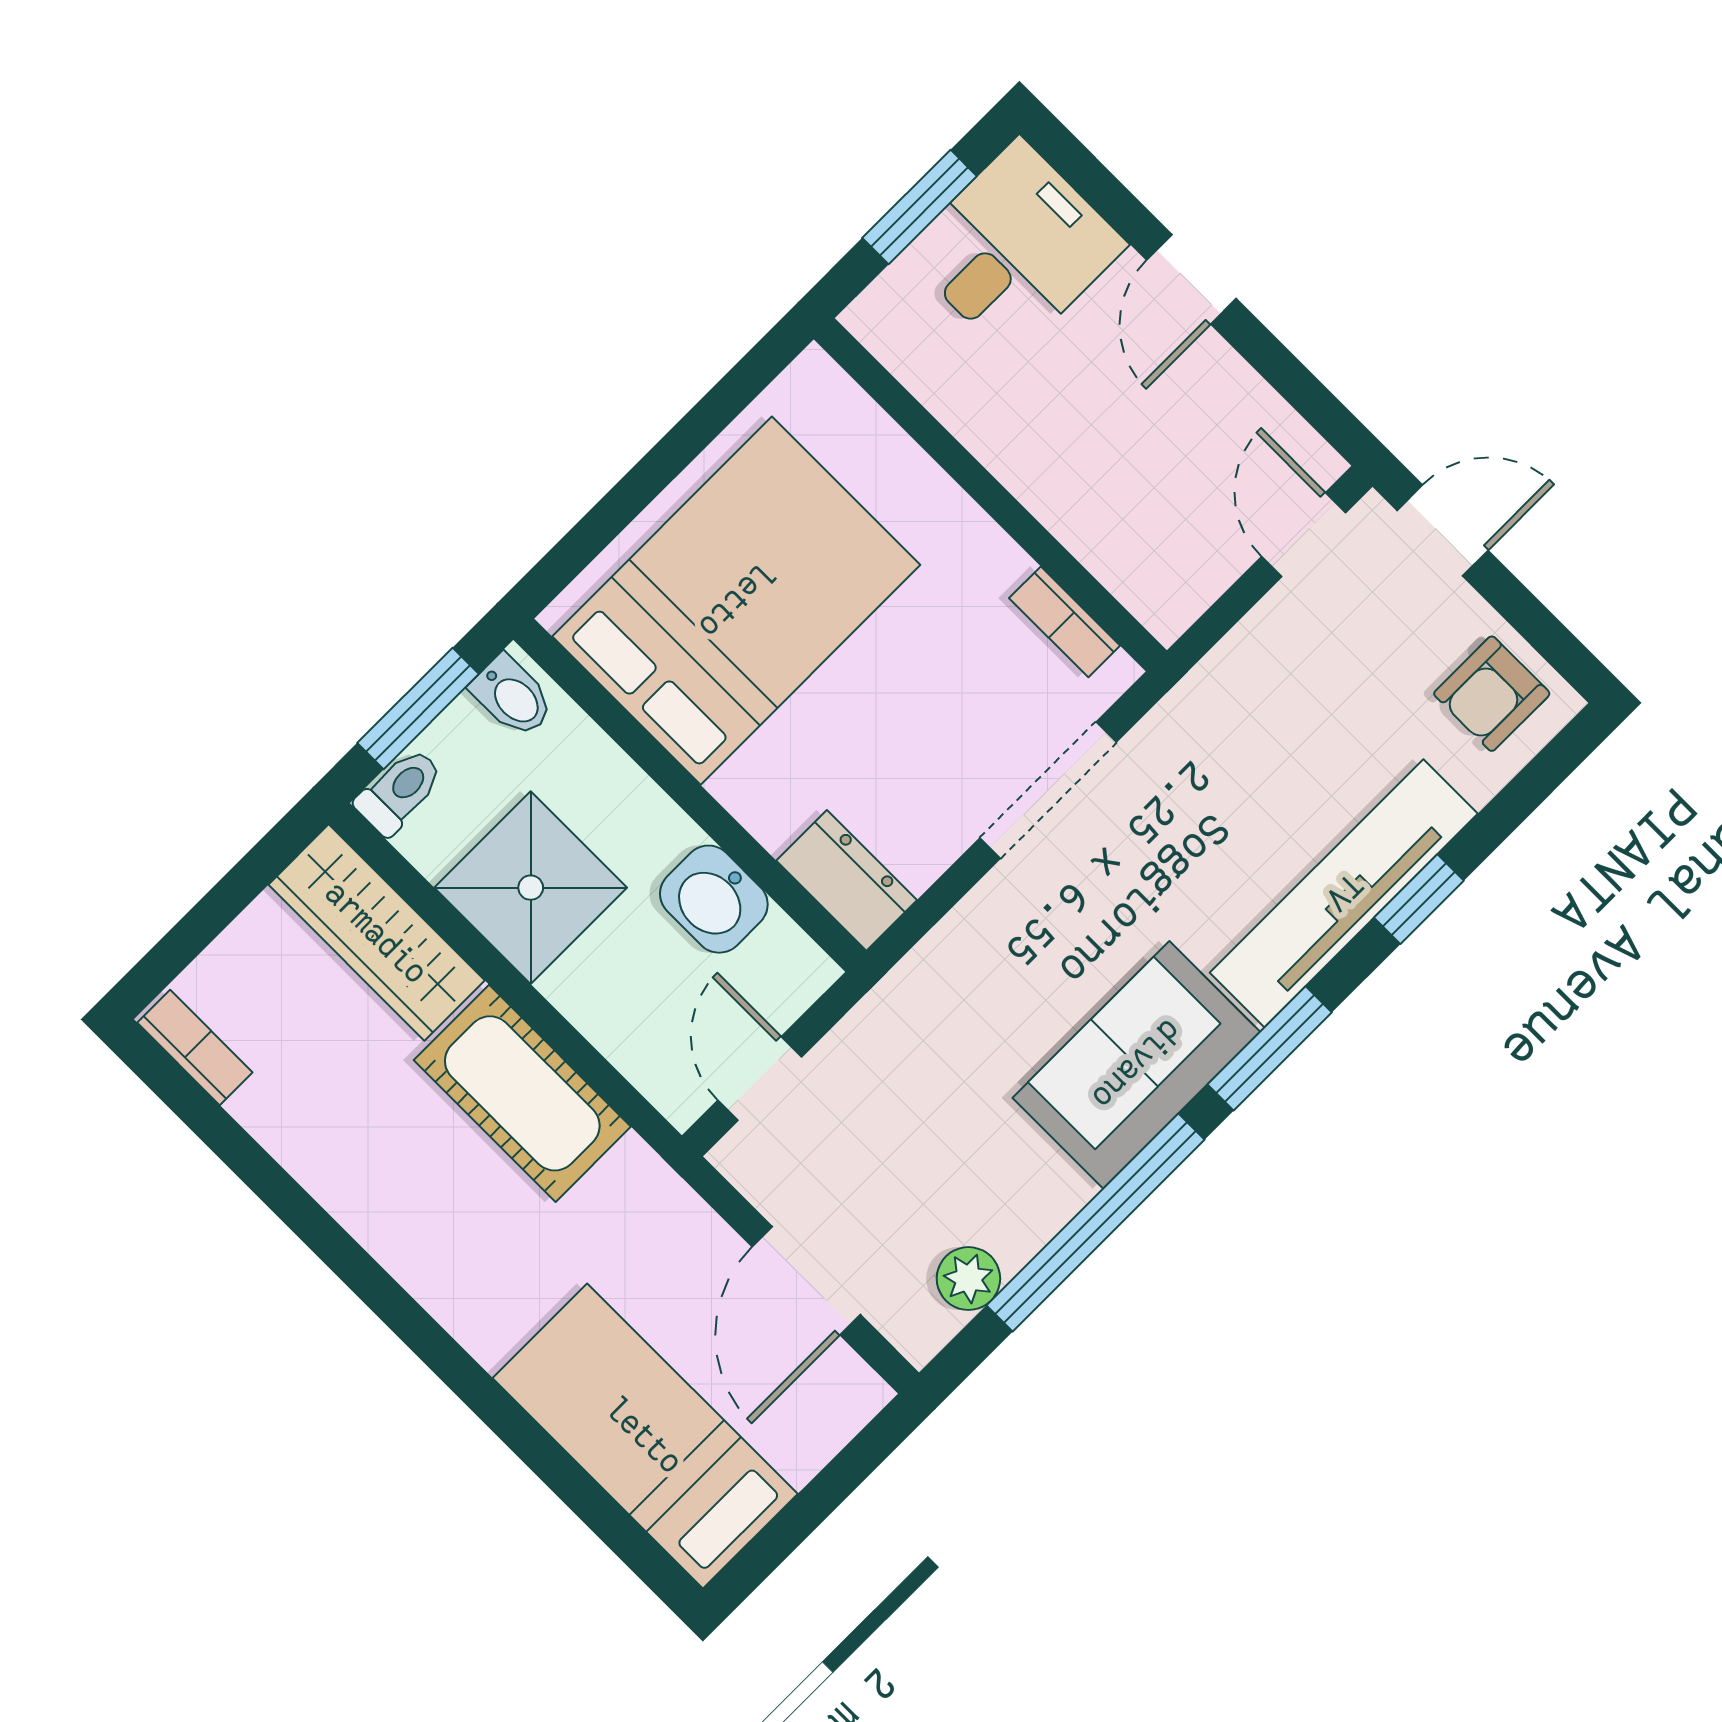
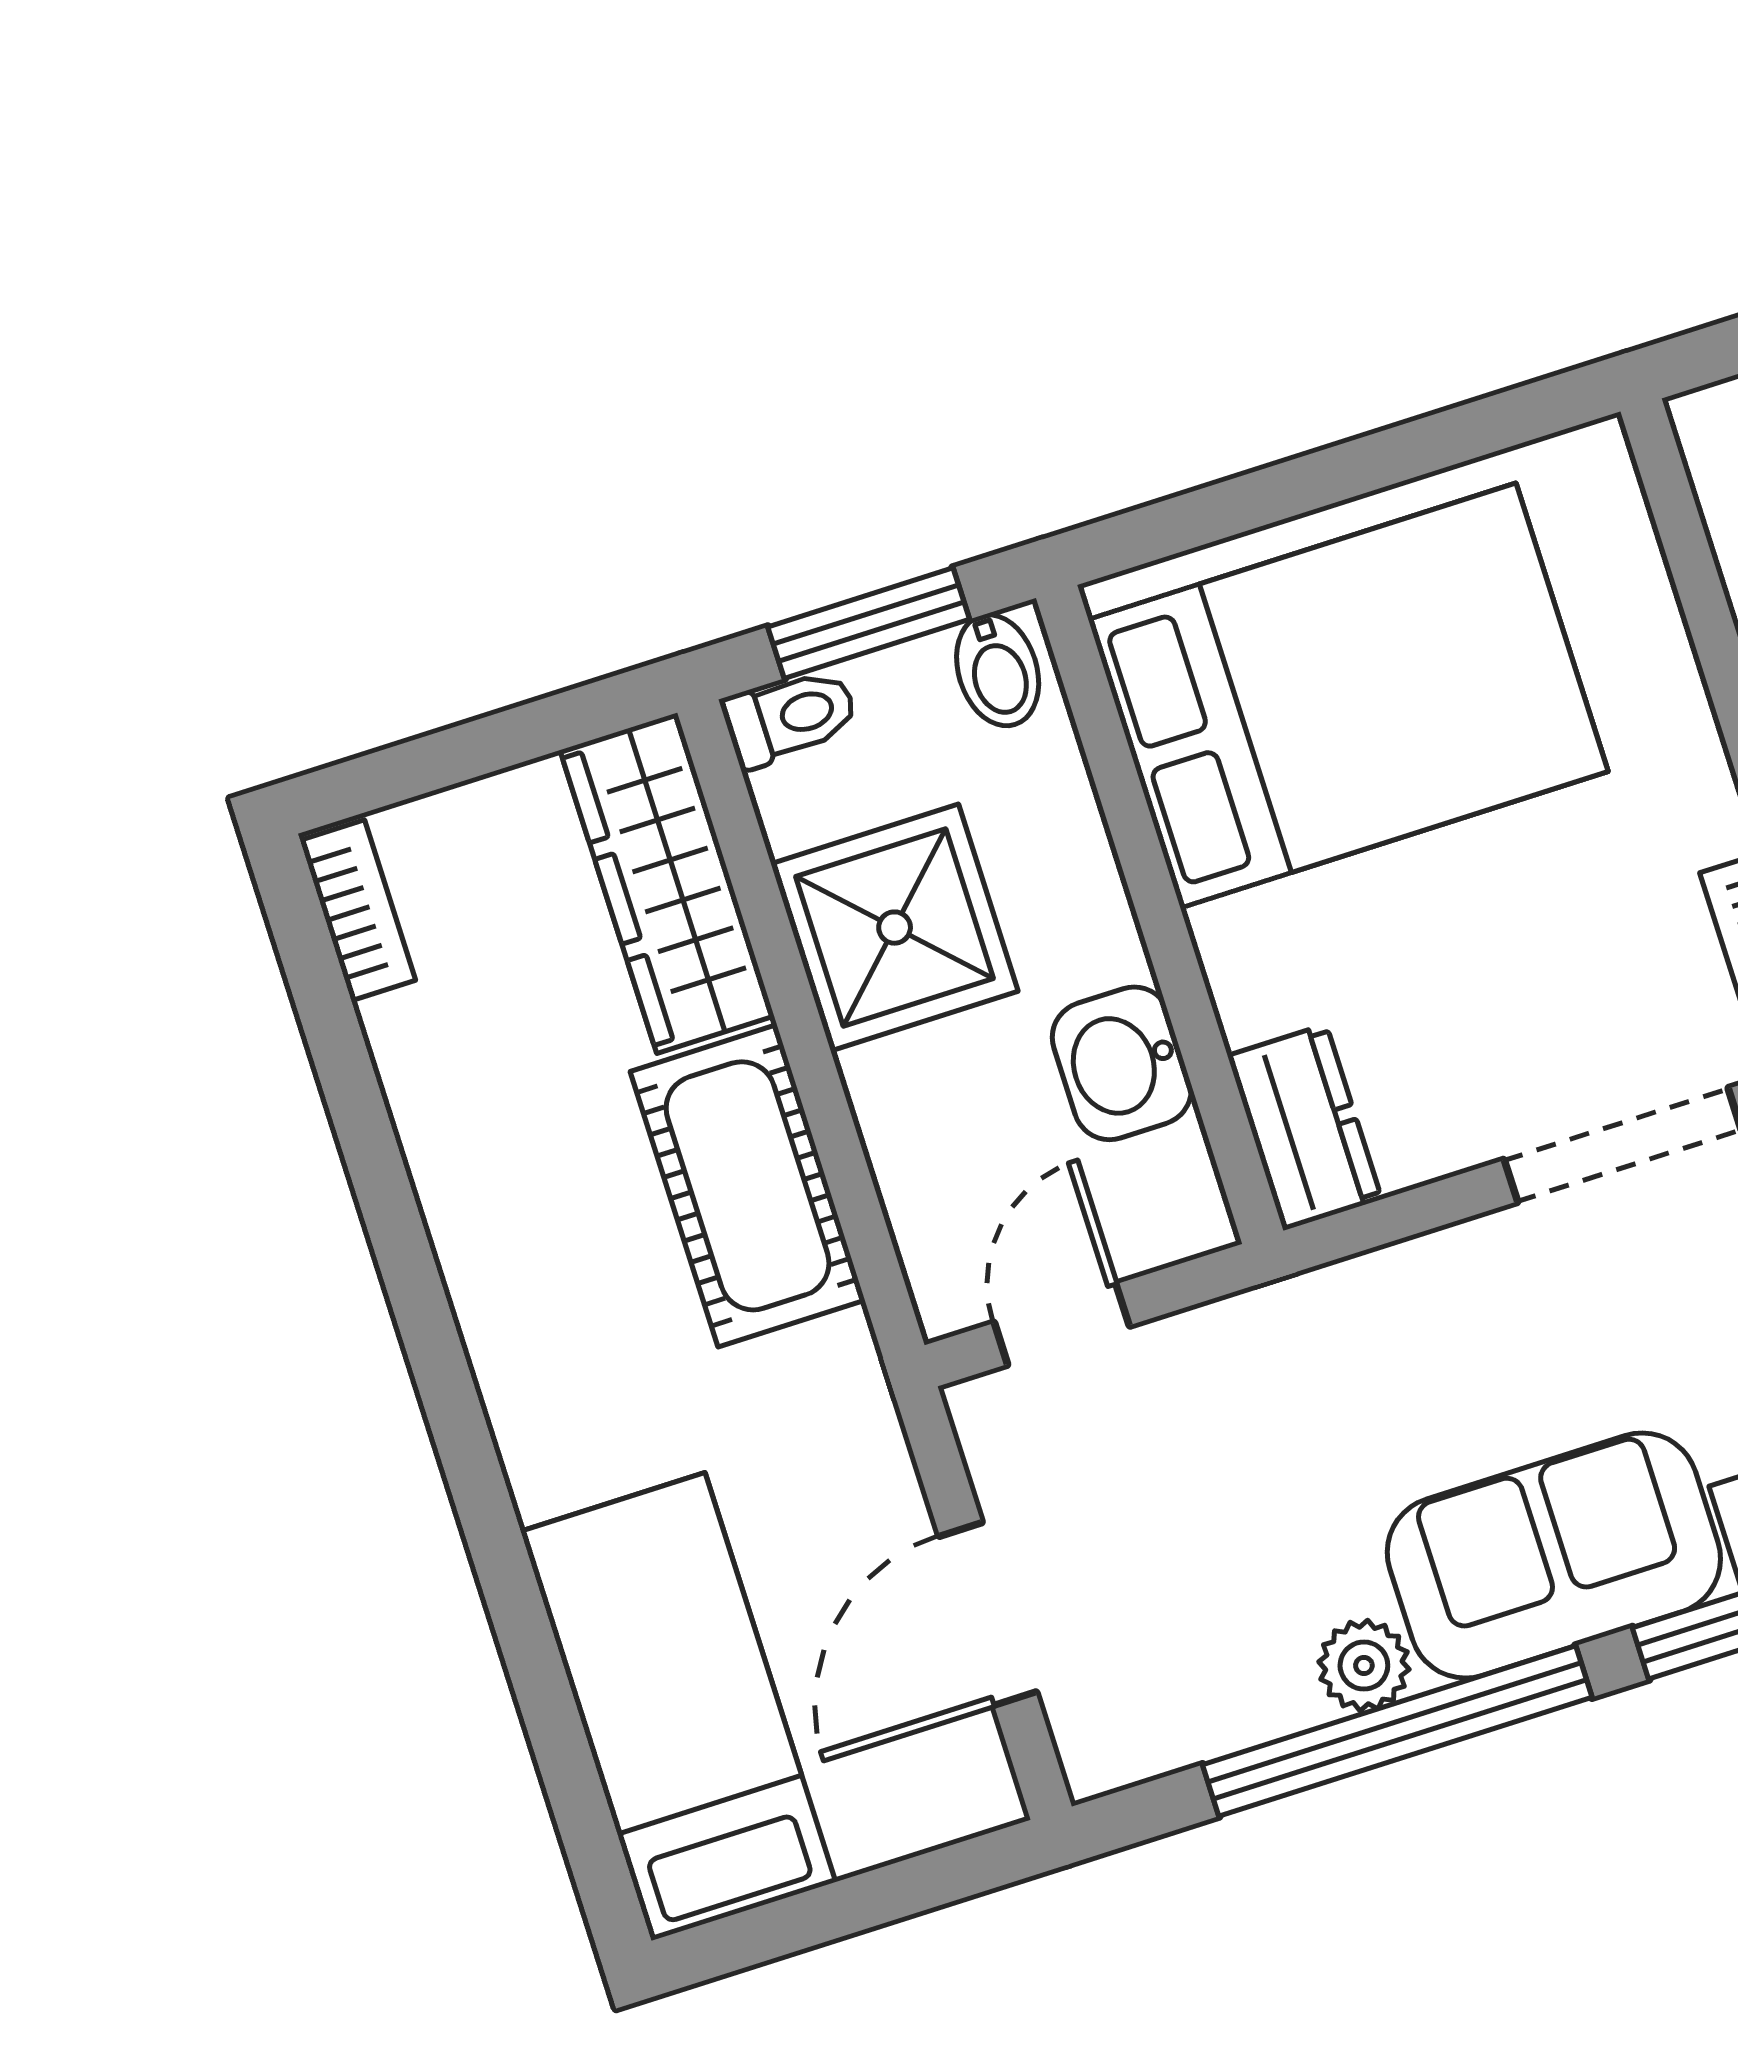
plant: (968, 1279) -> (1364, 1666), moved

